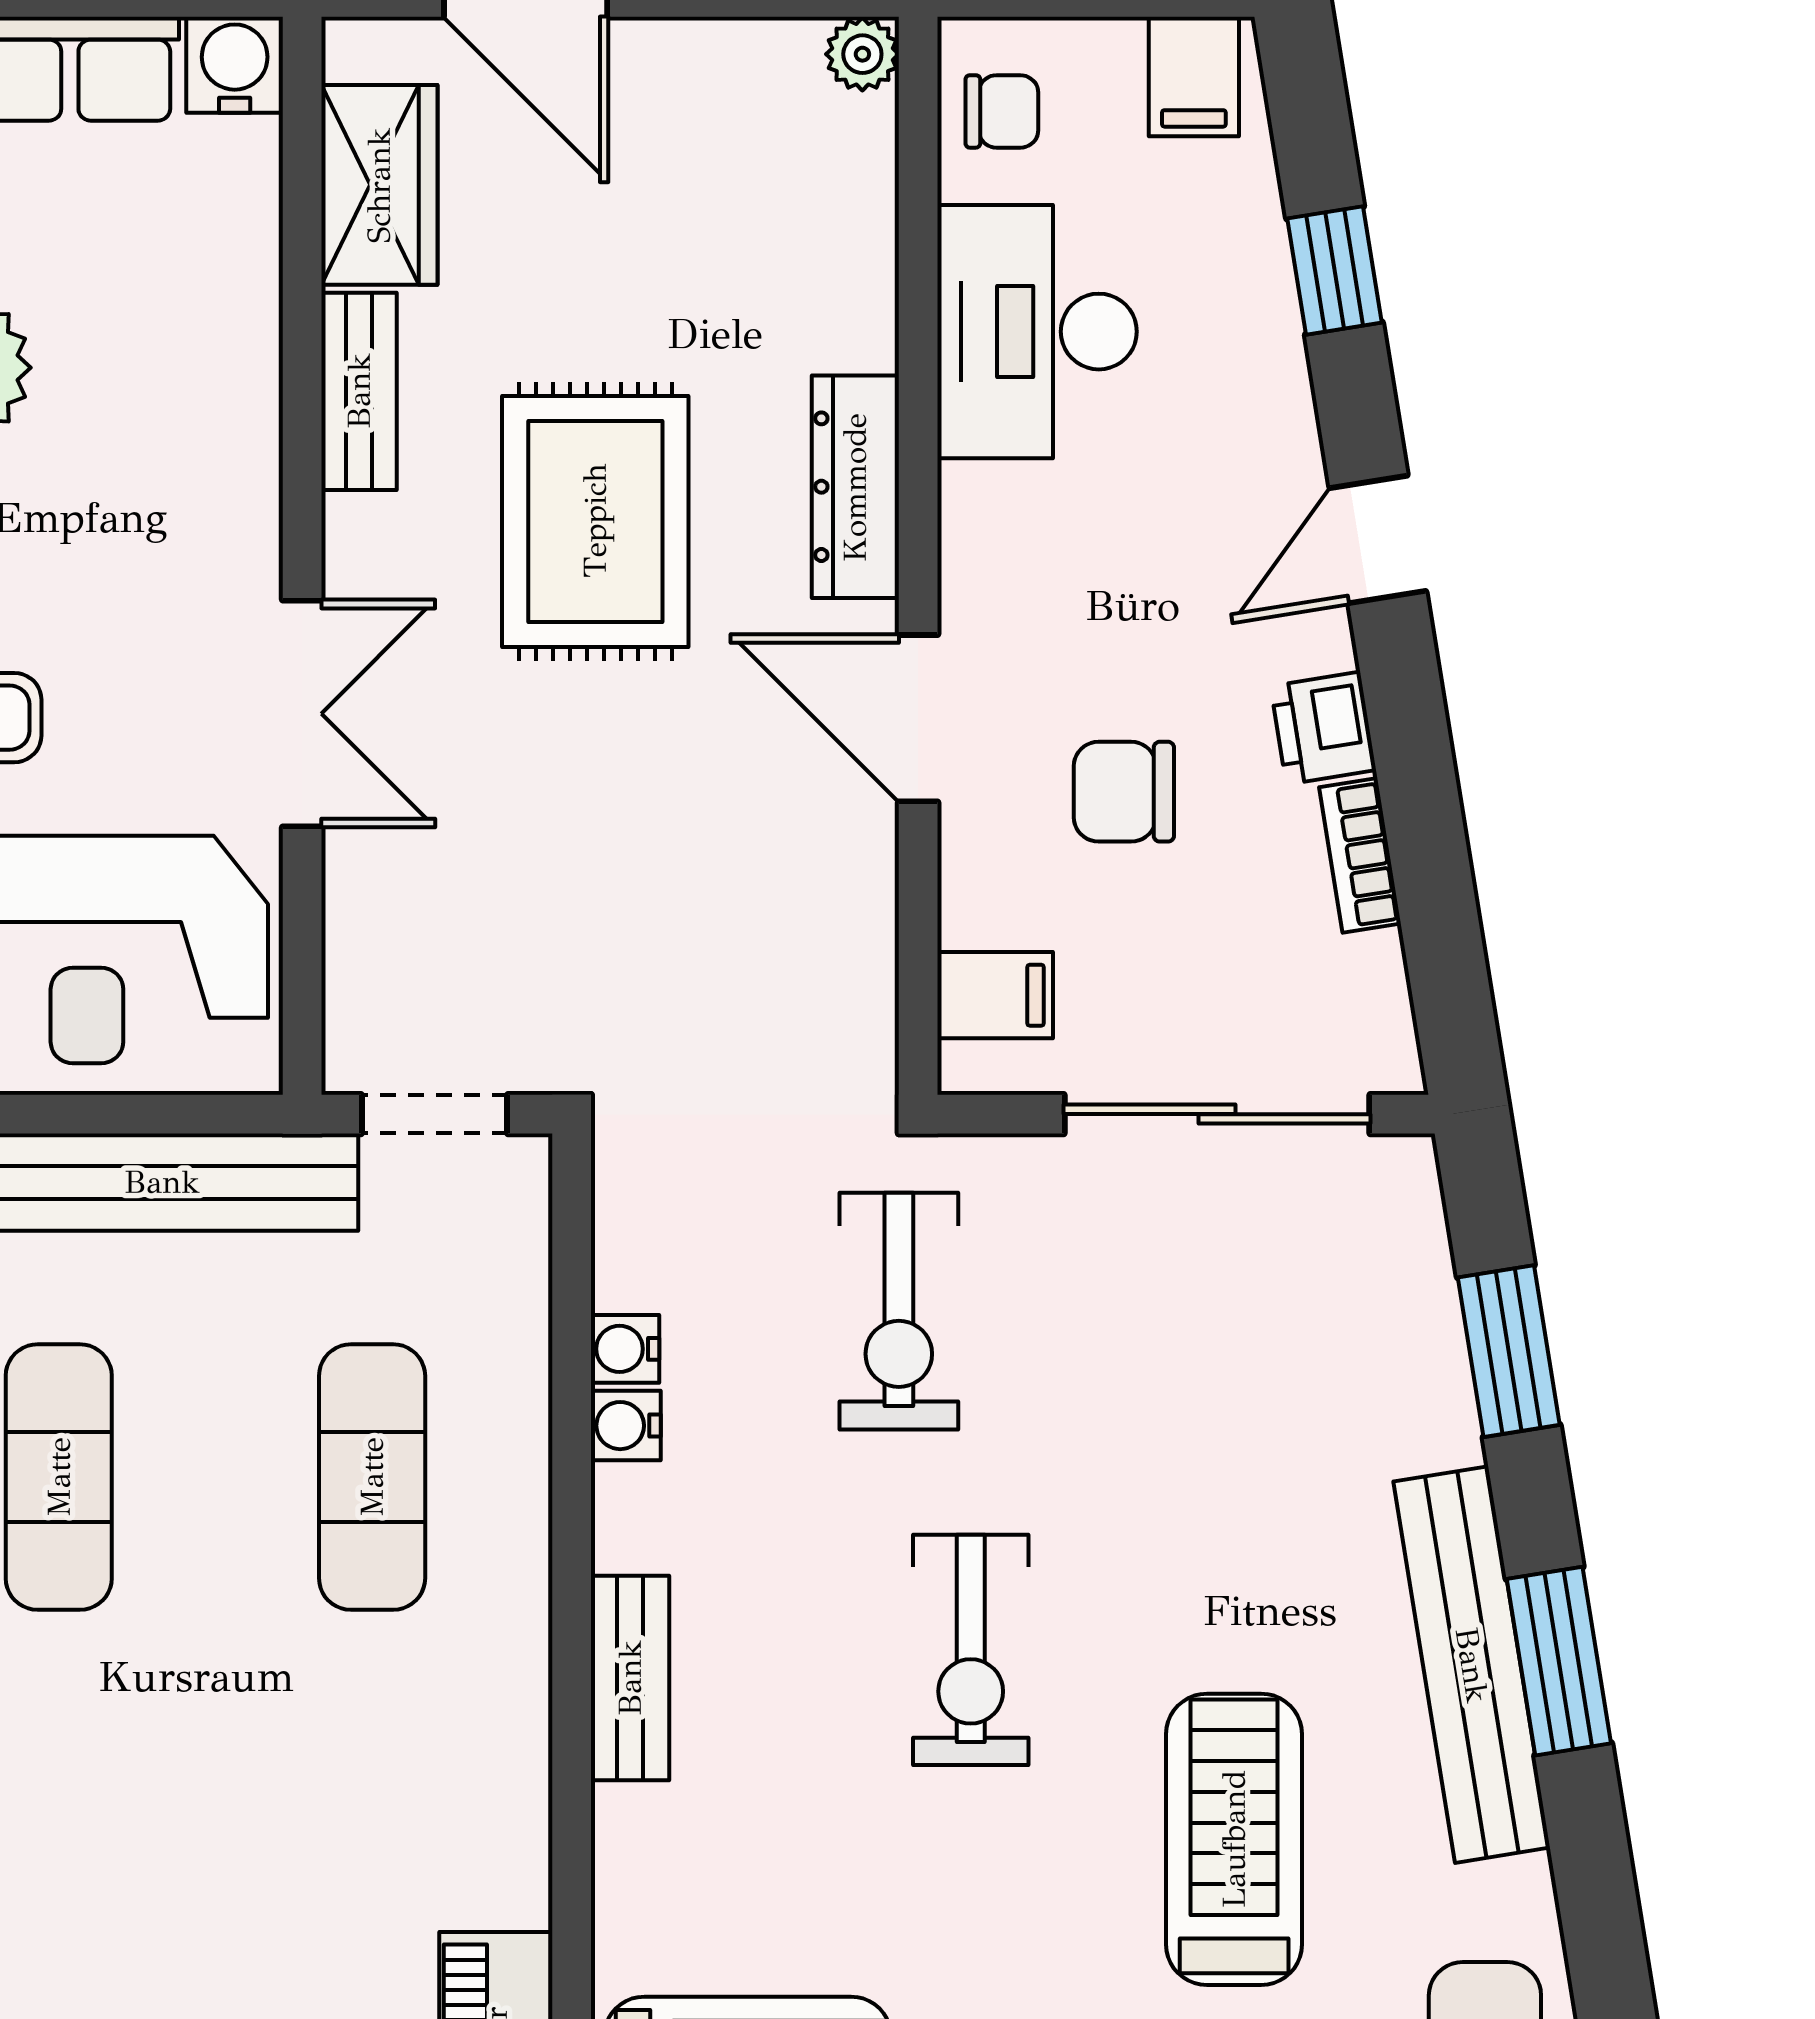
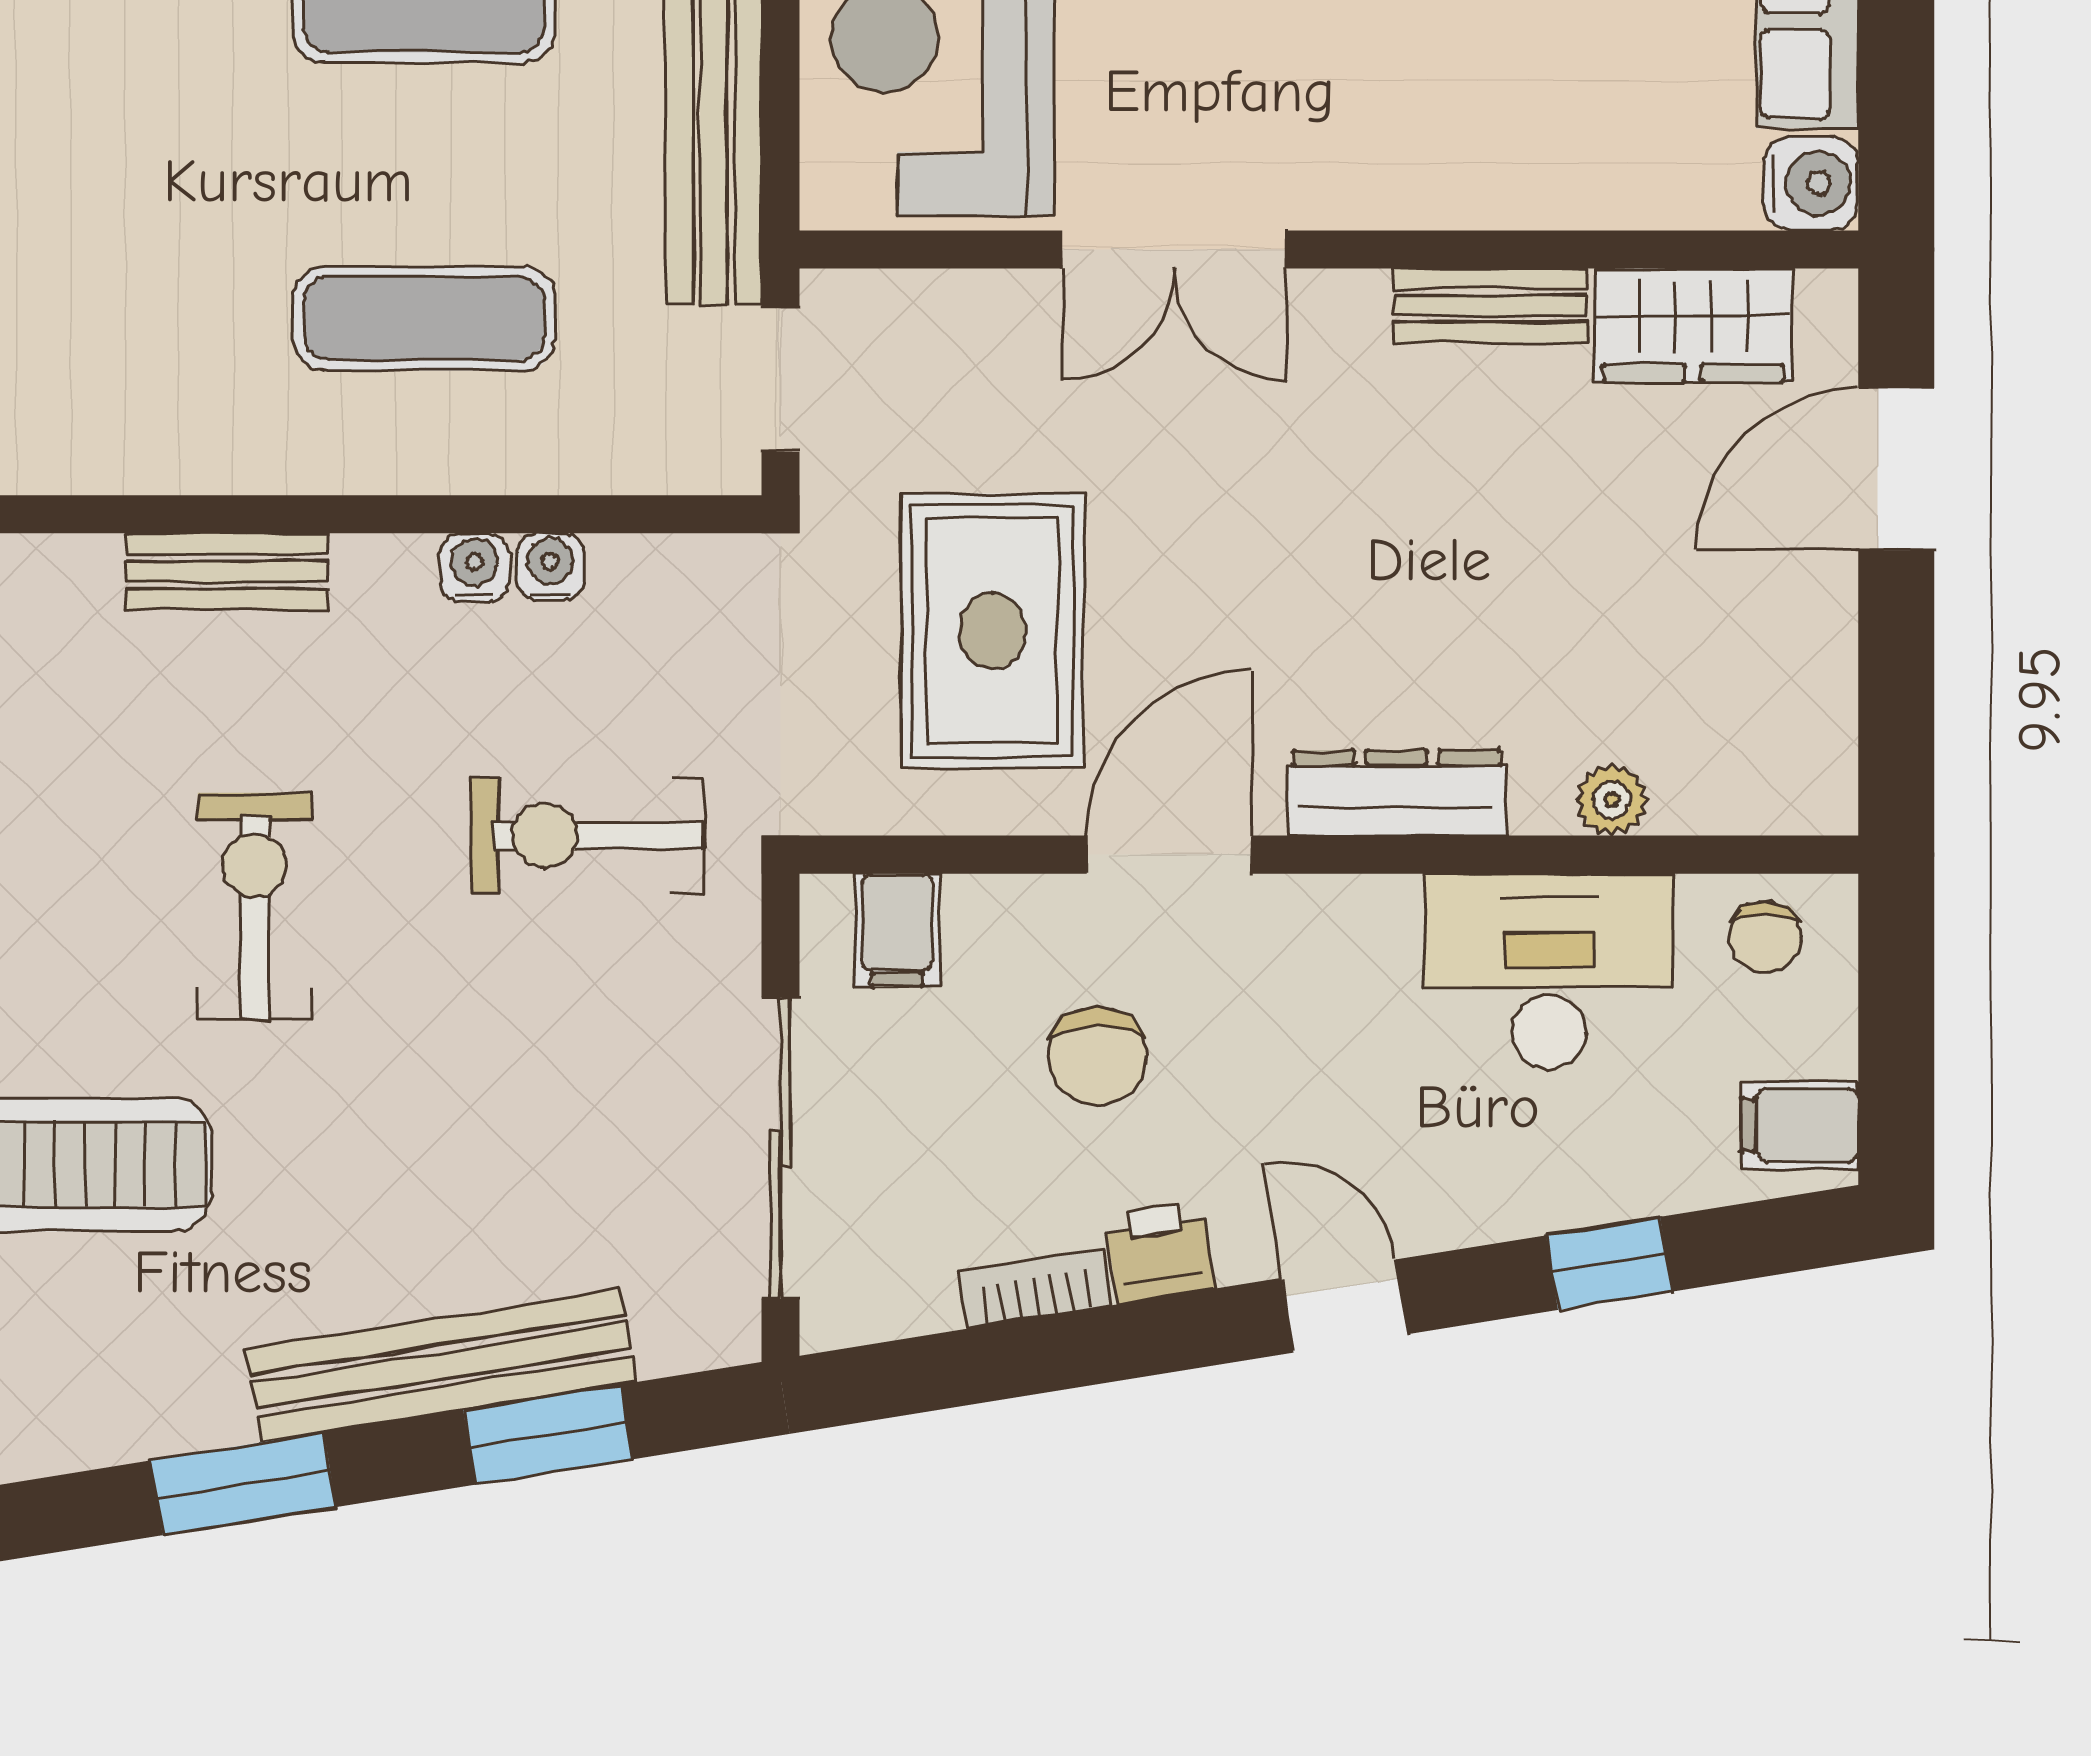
plant: (862, 54) -> (1612, 800), moved
rug: (595, 521) -> (992, 631), moved, turned 90
chair: (1124, 792) -> (1097, 1057), turned 180
exercise bike: (971, 1650) -> (254, 906), turned 90
bench: (1472, 1665) -> (441, 1366), moved

